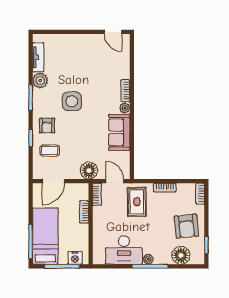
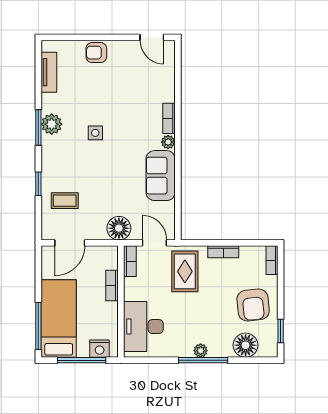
plant: (40, 81) -> (52, 124), moved
side table: (72, 101) -> (95, 133), width x0.54, depth x0.54
armchair: (47, 126) -> (96, 53), moved, turned 90
desk: (124, 250) -> (143, 327), moved, turned 90

